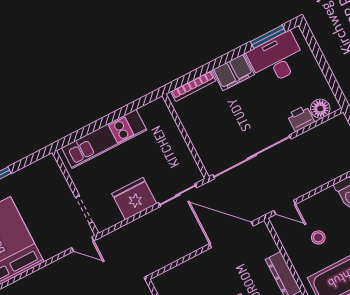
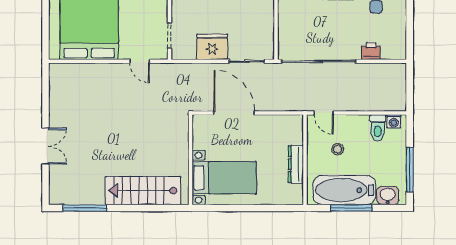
floor lamp: (320, 109) -> (390, 51), removed
door: (231, 235) -> (234, 113), moved
door: (83, 244) -> (140, 61), moved

